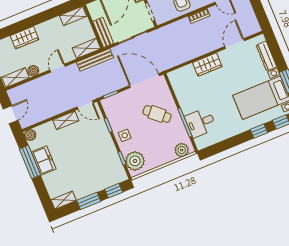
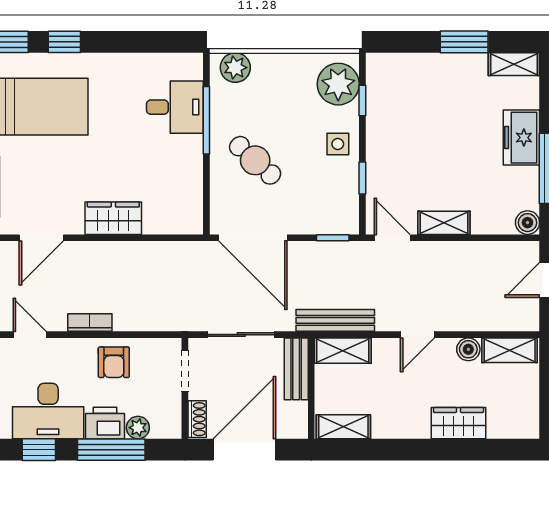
freezer: (44, 160) -> (521, 138), moved
window: (114, 191) -> (406, 42), removed

